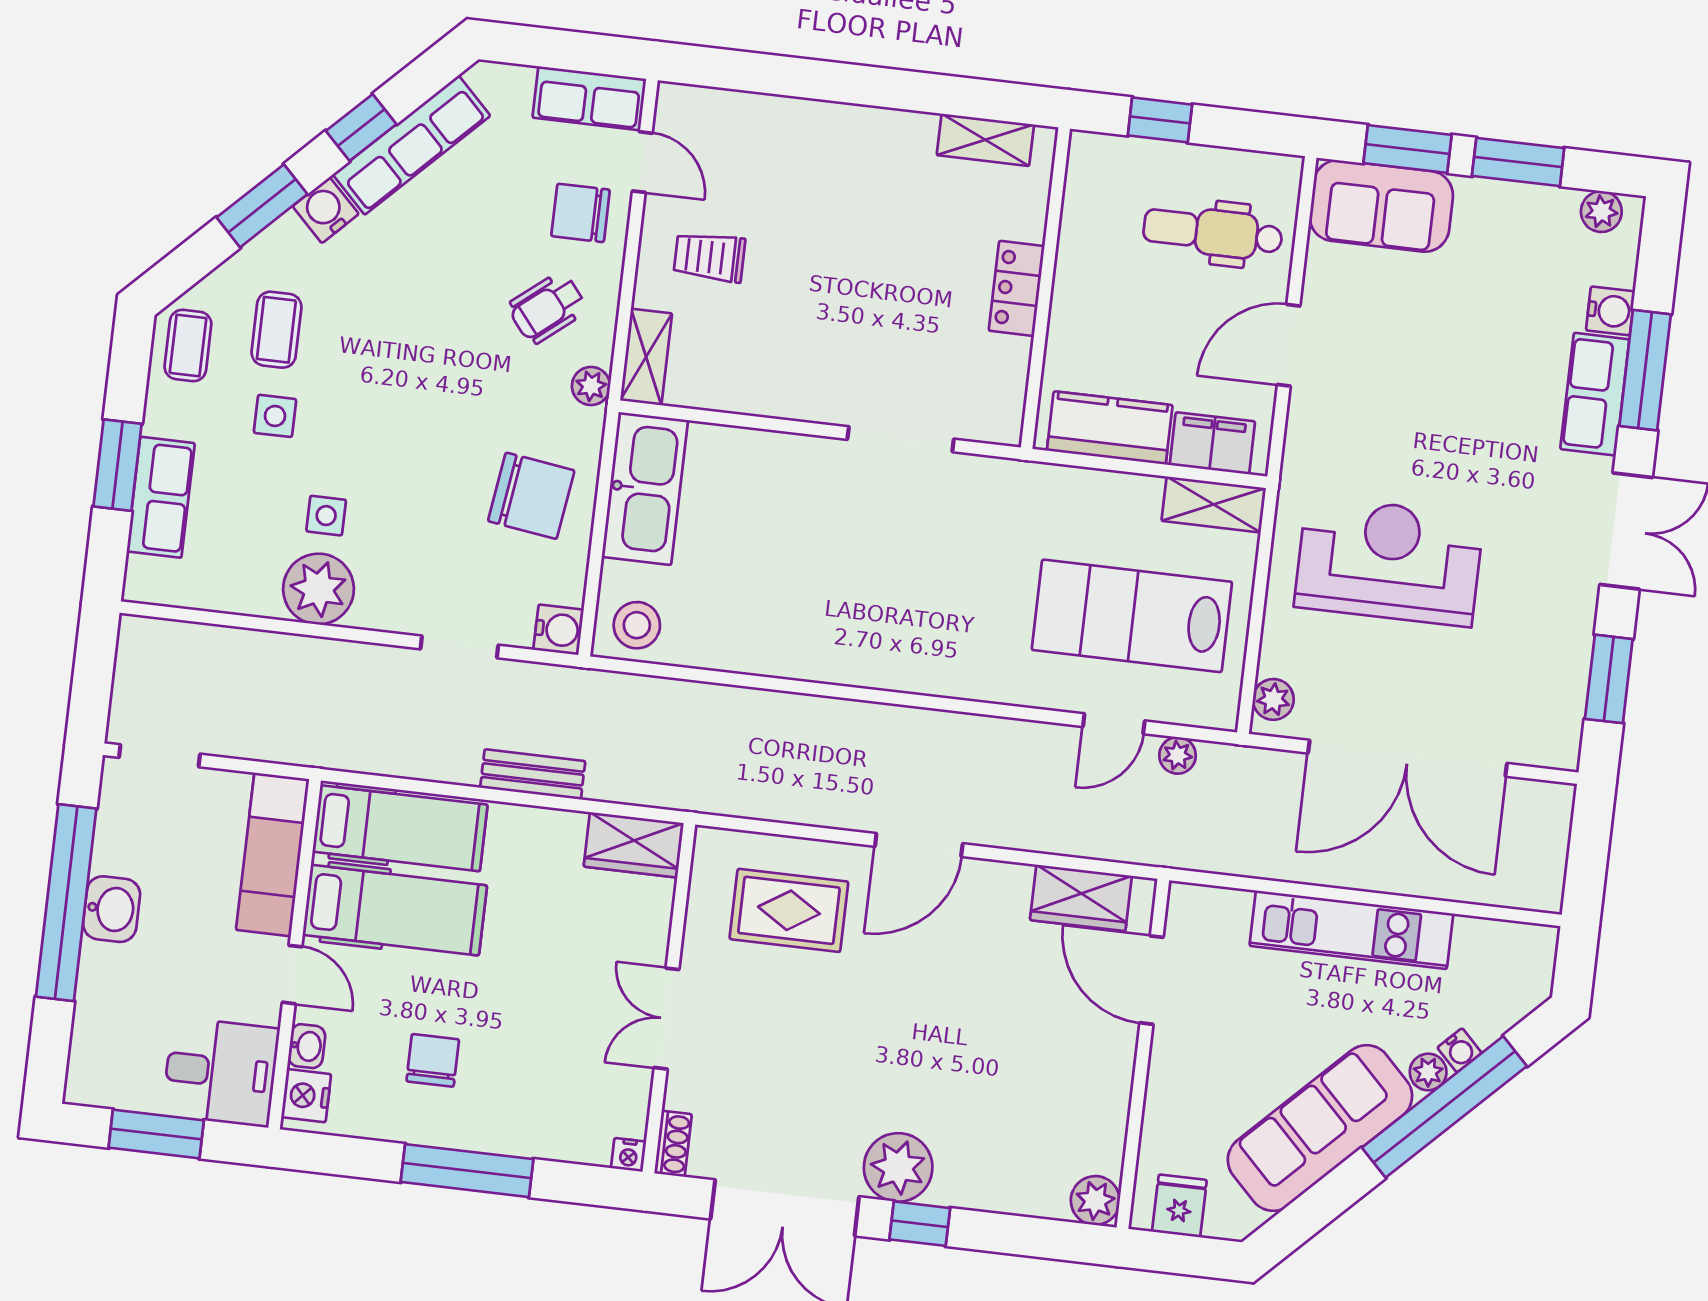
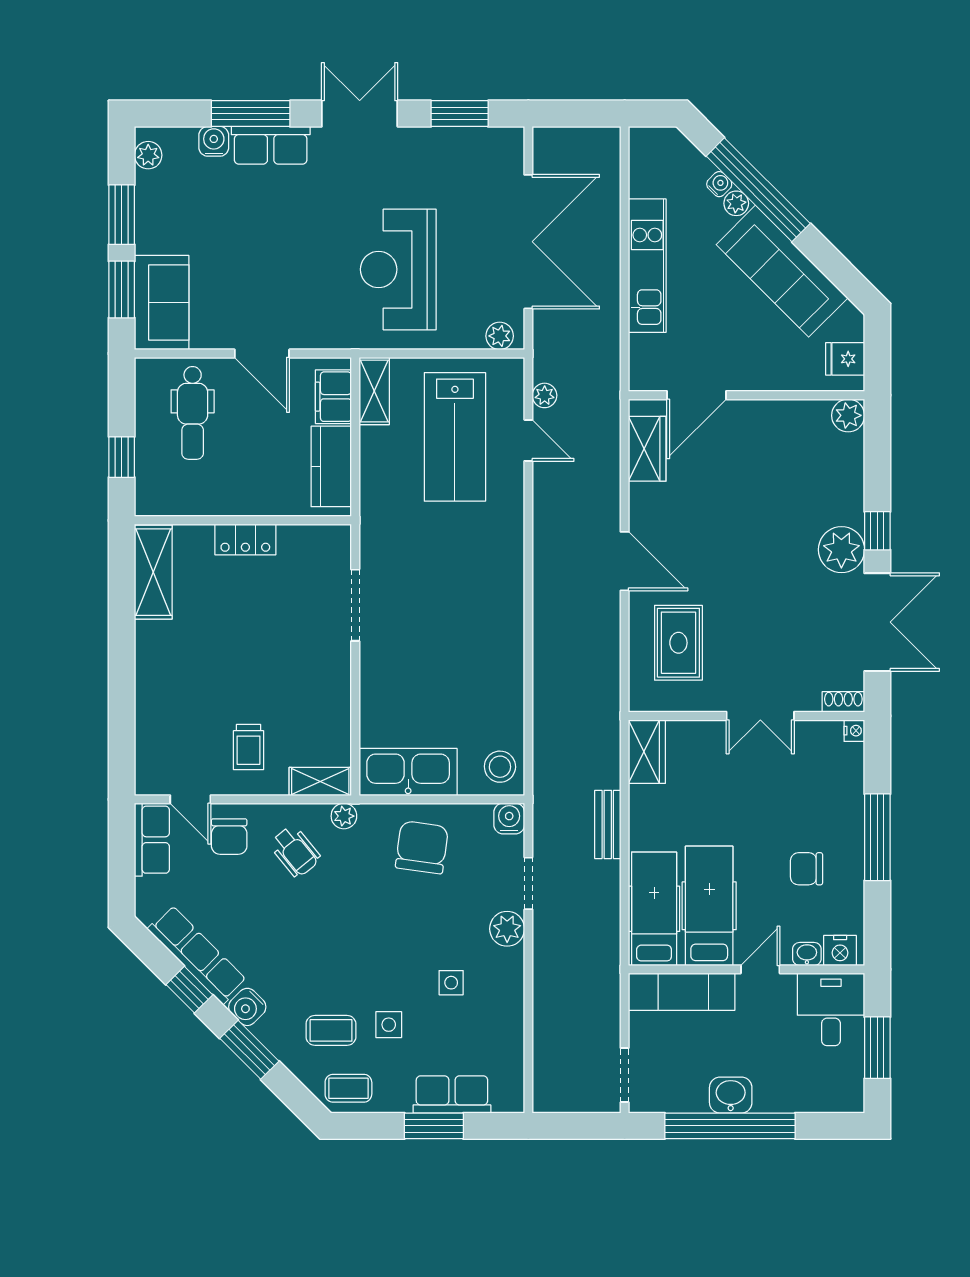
shelving: (985, 140) -> (153, 572), width x1.50, depth x1.33
door: (642, 162) -> (190, 799), swing flipped
plant: (318, 589) -> (507, 929), moved, width x0.73, depth x0.73

